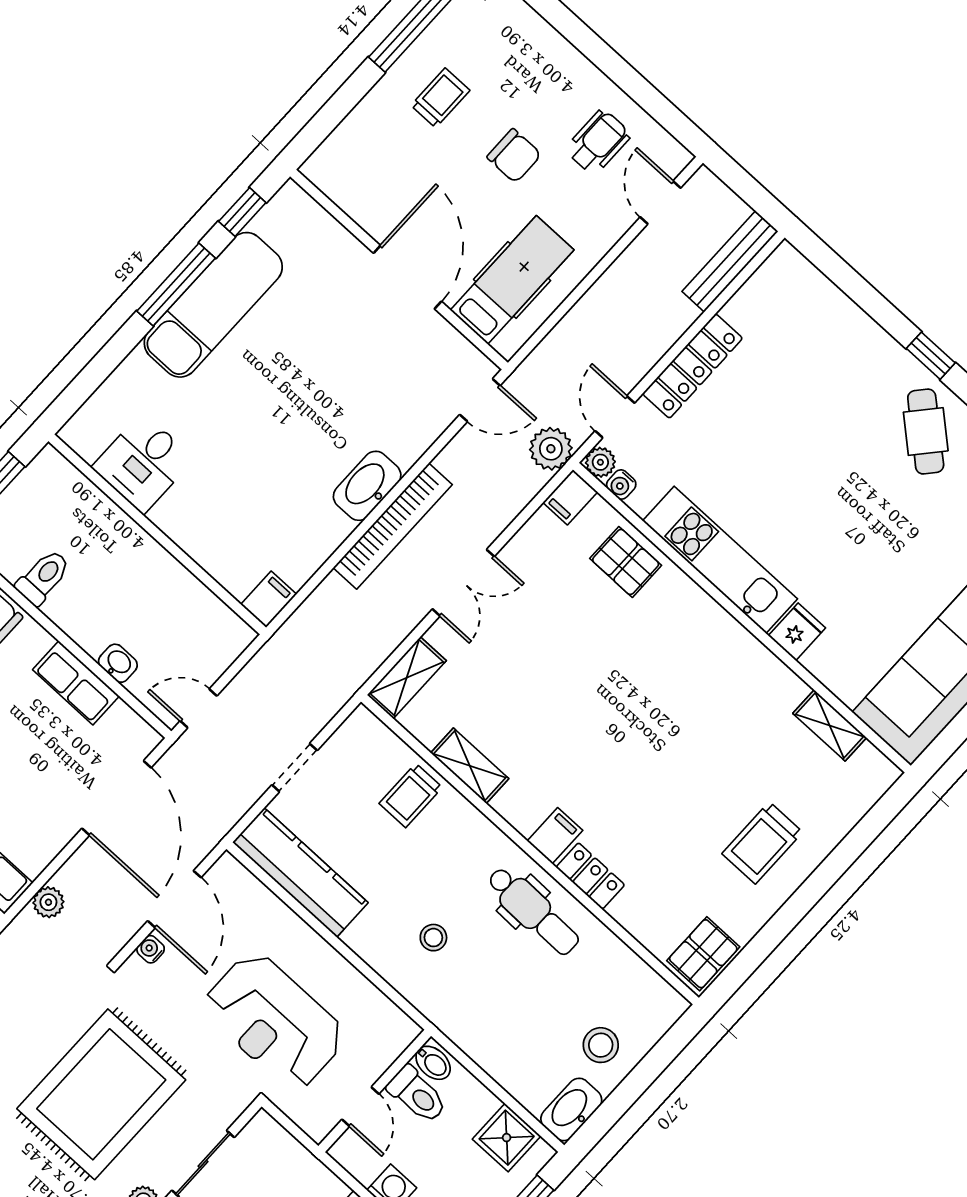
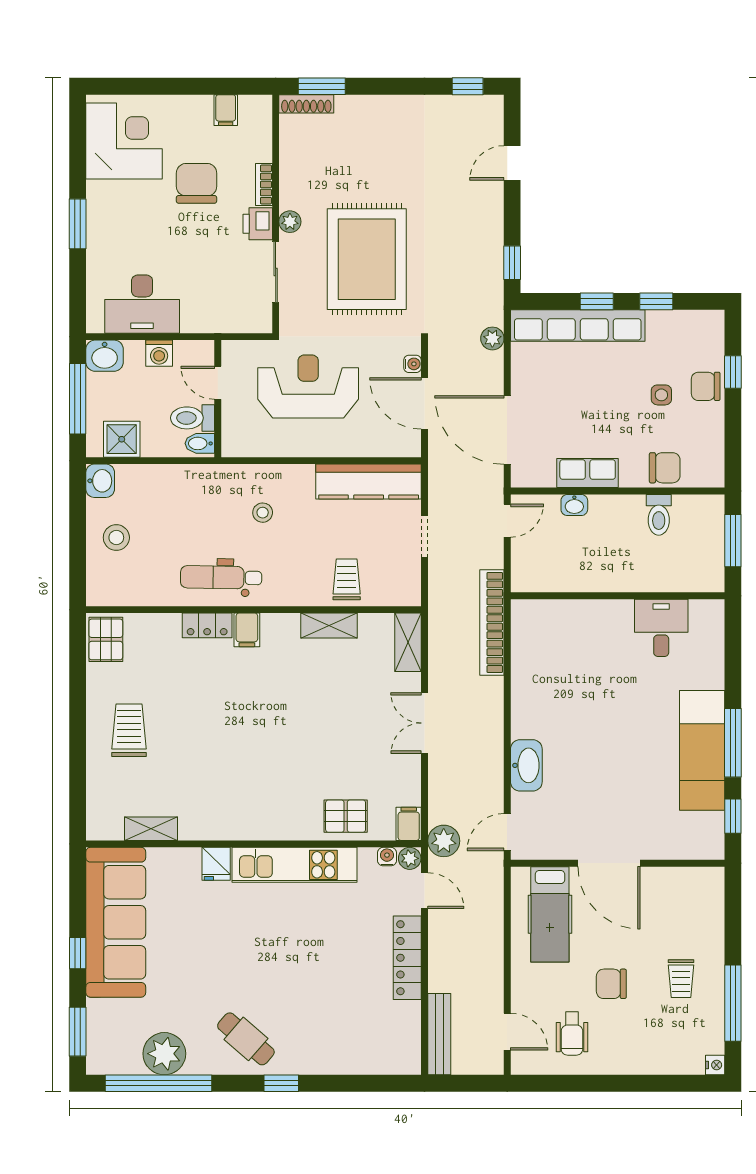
washbasin: (367, 486) -> (526, 765), moved
bookcase: (393, 526) -> (492, 622), moved
filing cabinet: (268, 599) -> (524, 616), removed
washbasin: (571, 1109) -> (100, 481), width x0.72

